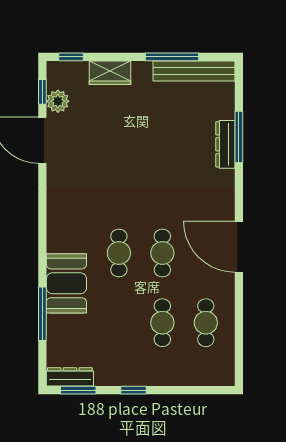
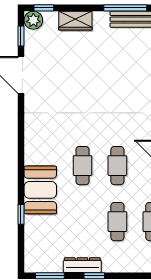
plant: (58, 101) -> (33, 20), moved
window: (42, 314) -> (21, 214), width x0.46
dresser: (70, 377) -> (82, 265), moved

